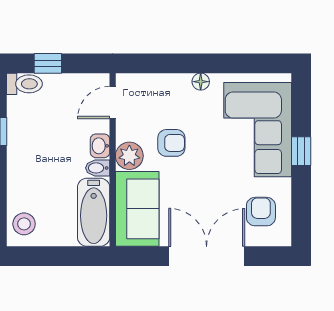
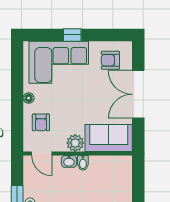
armchair: (171, 143) -> (41, 122), moved, turned 180
bathtub: (94, 212) -> (111, 165), removed

